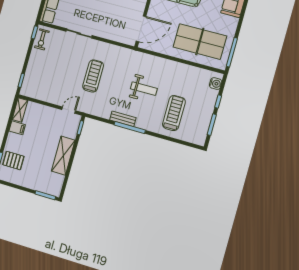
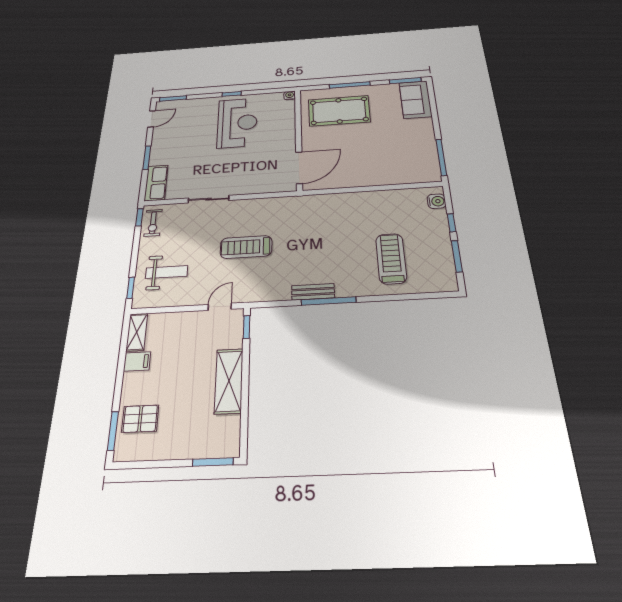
table tennis table: (200, 41) -> (390, 158), removed
treadmill: (93, 76) -> (246, 247), turned -90
weight bench: (144, 89) -> (167, 272), moved

